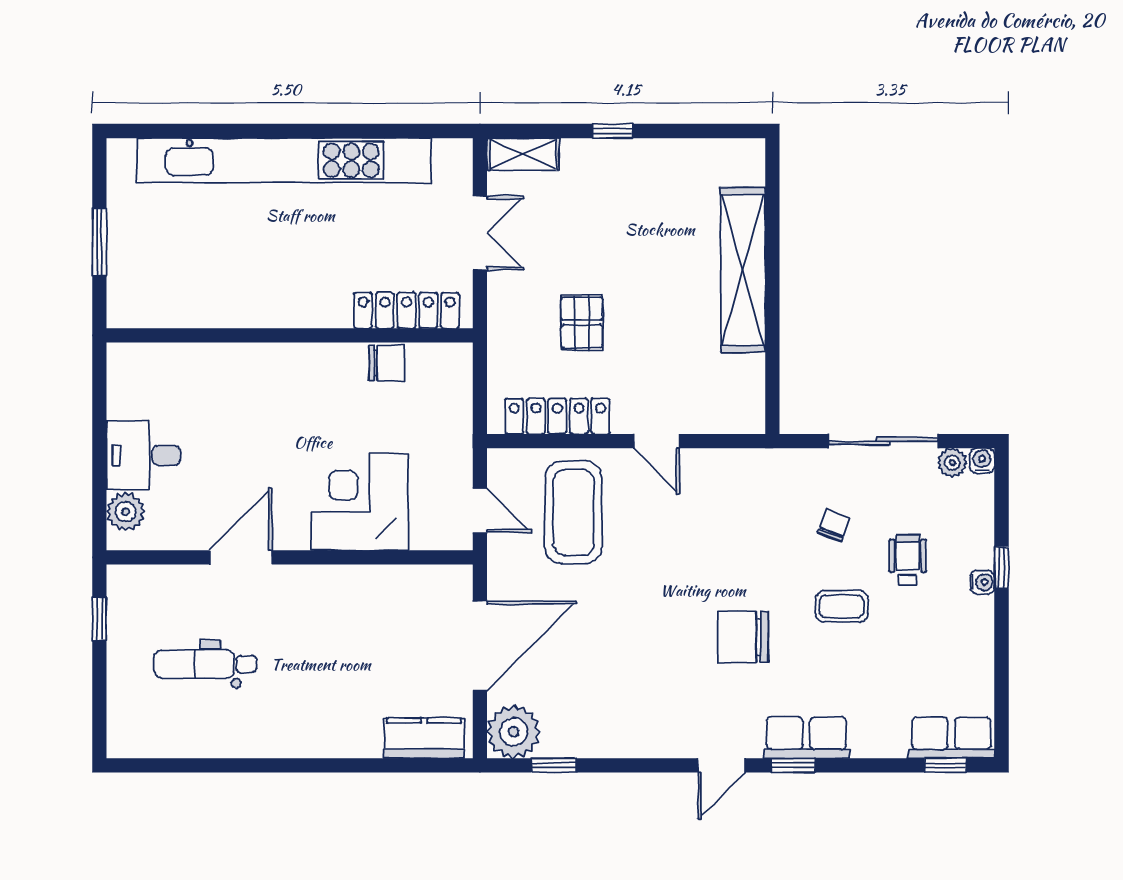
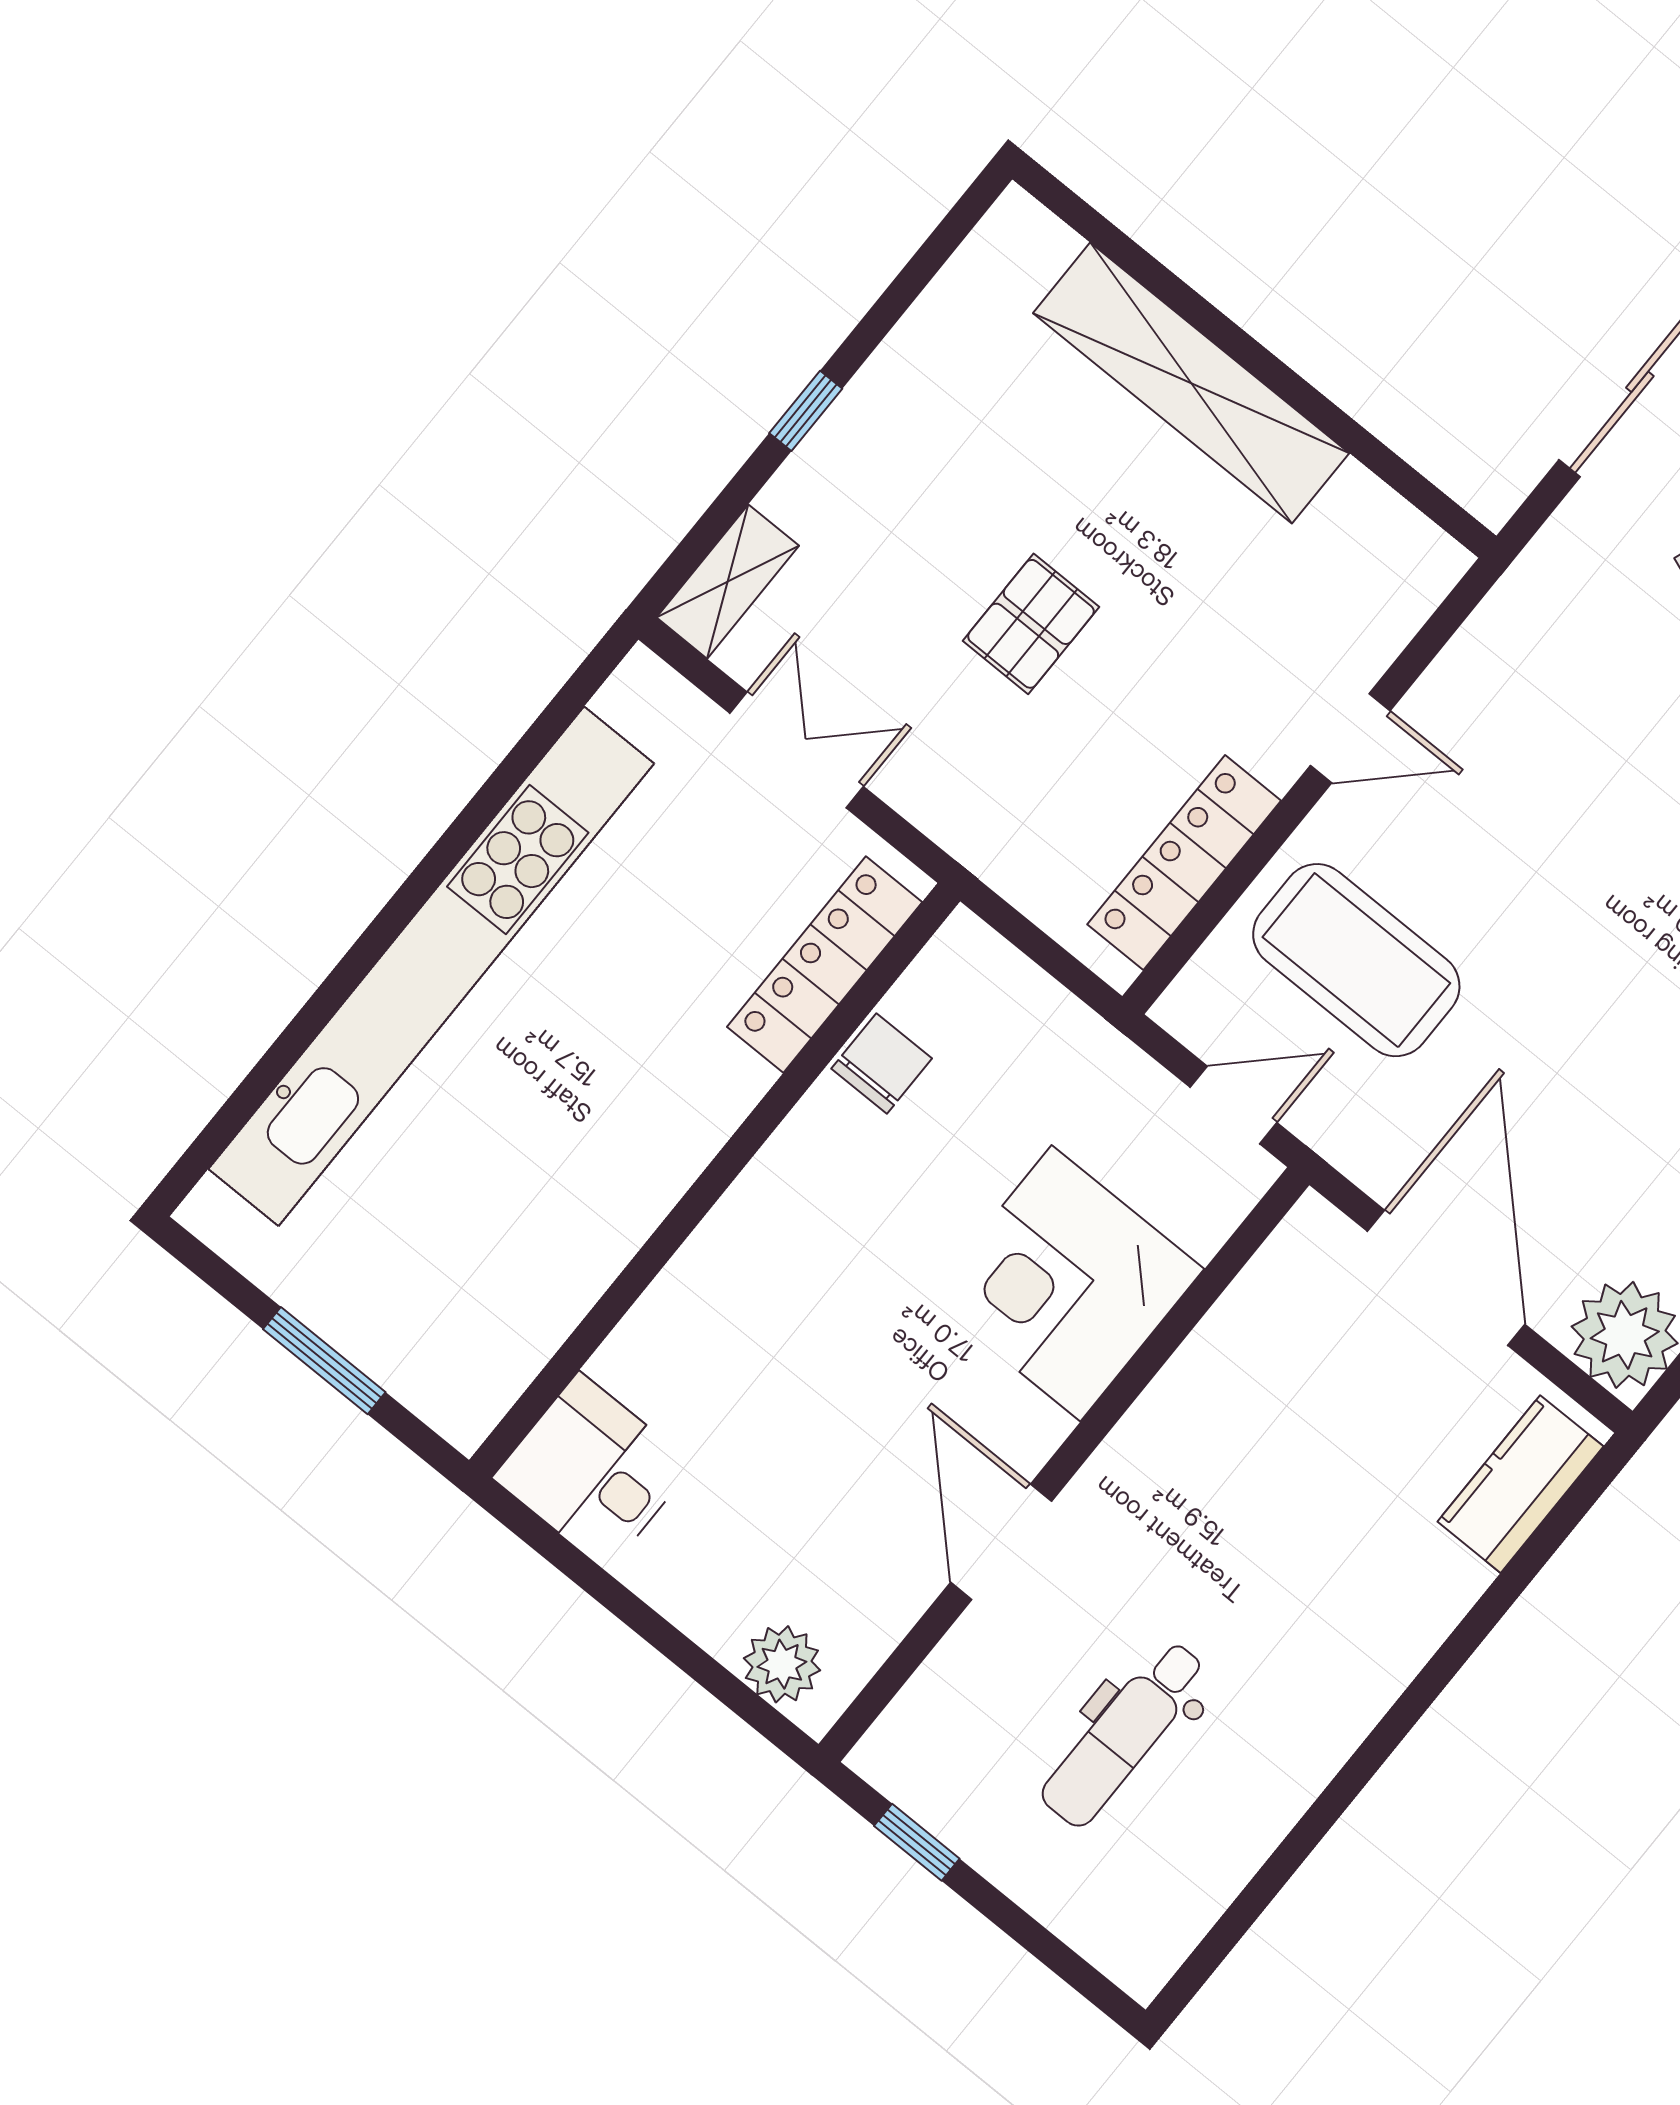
pallet: (582, 322) -> (1031, 624), moved, turned 90
desk: (143, 455) -> (593, 1471), moved, turned 90

